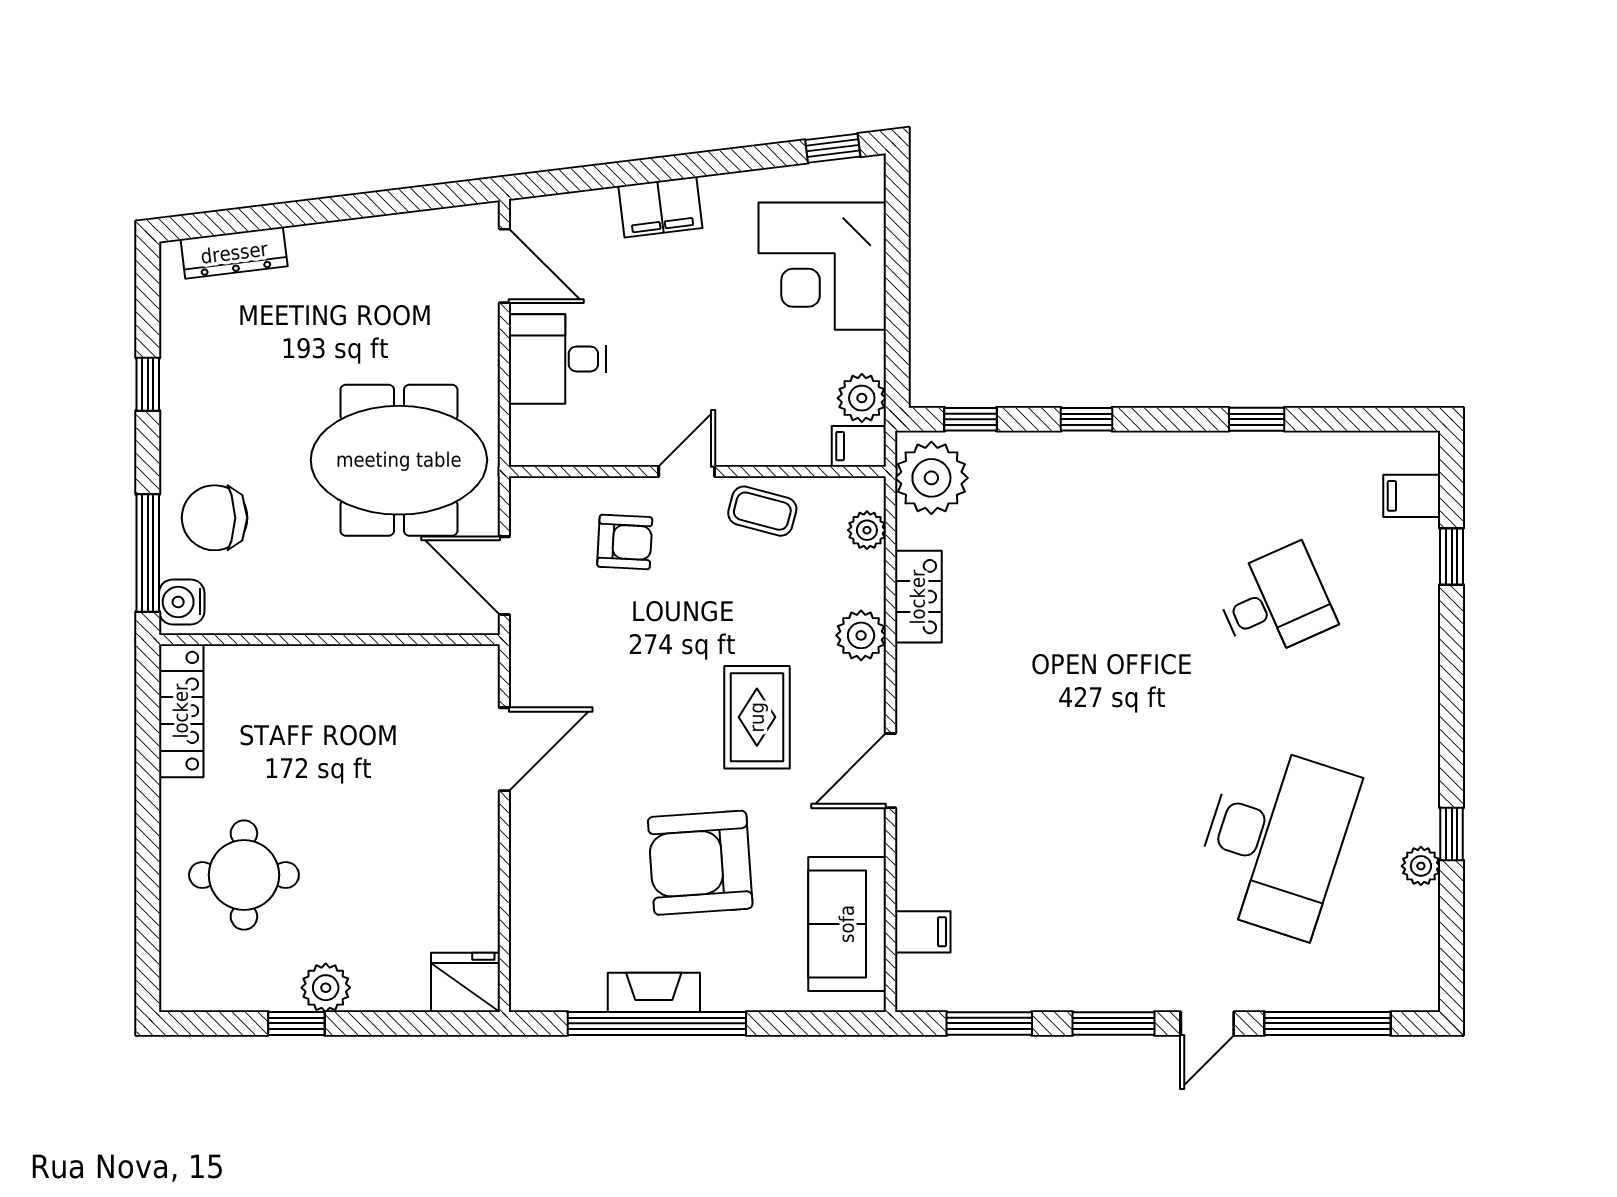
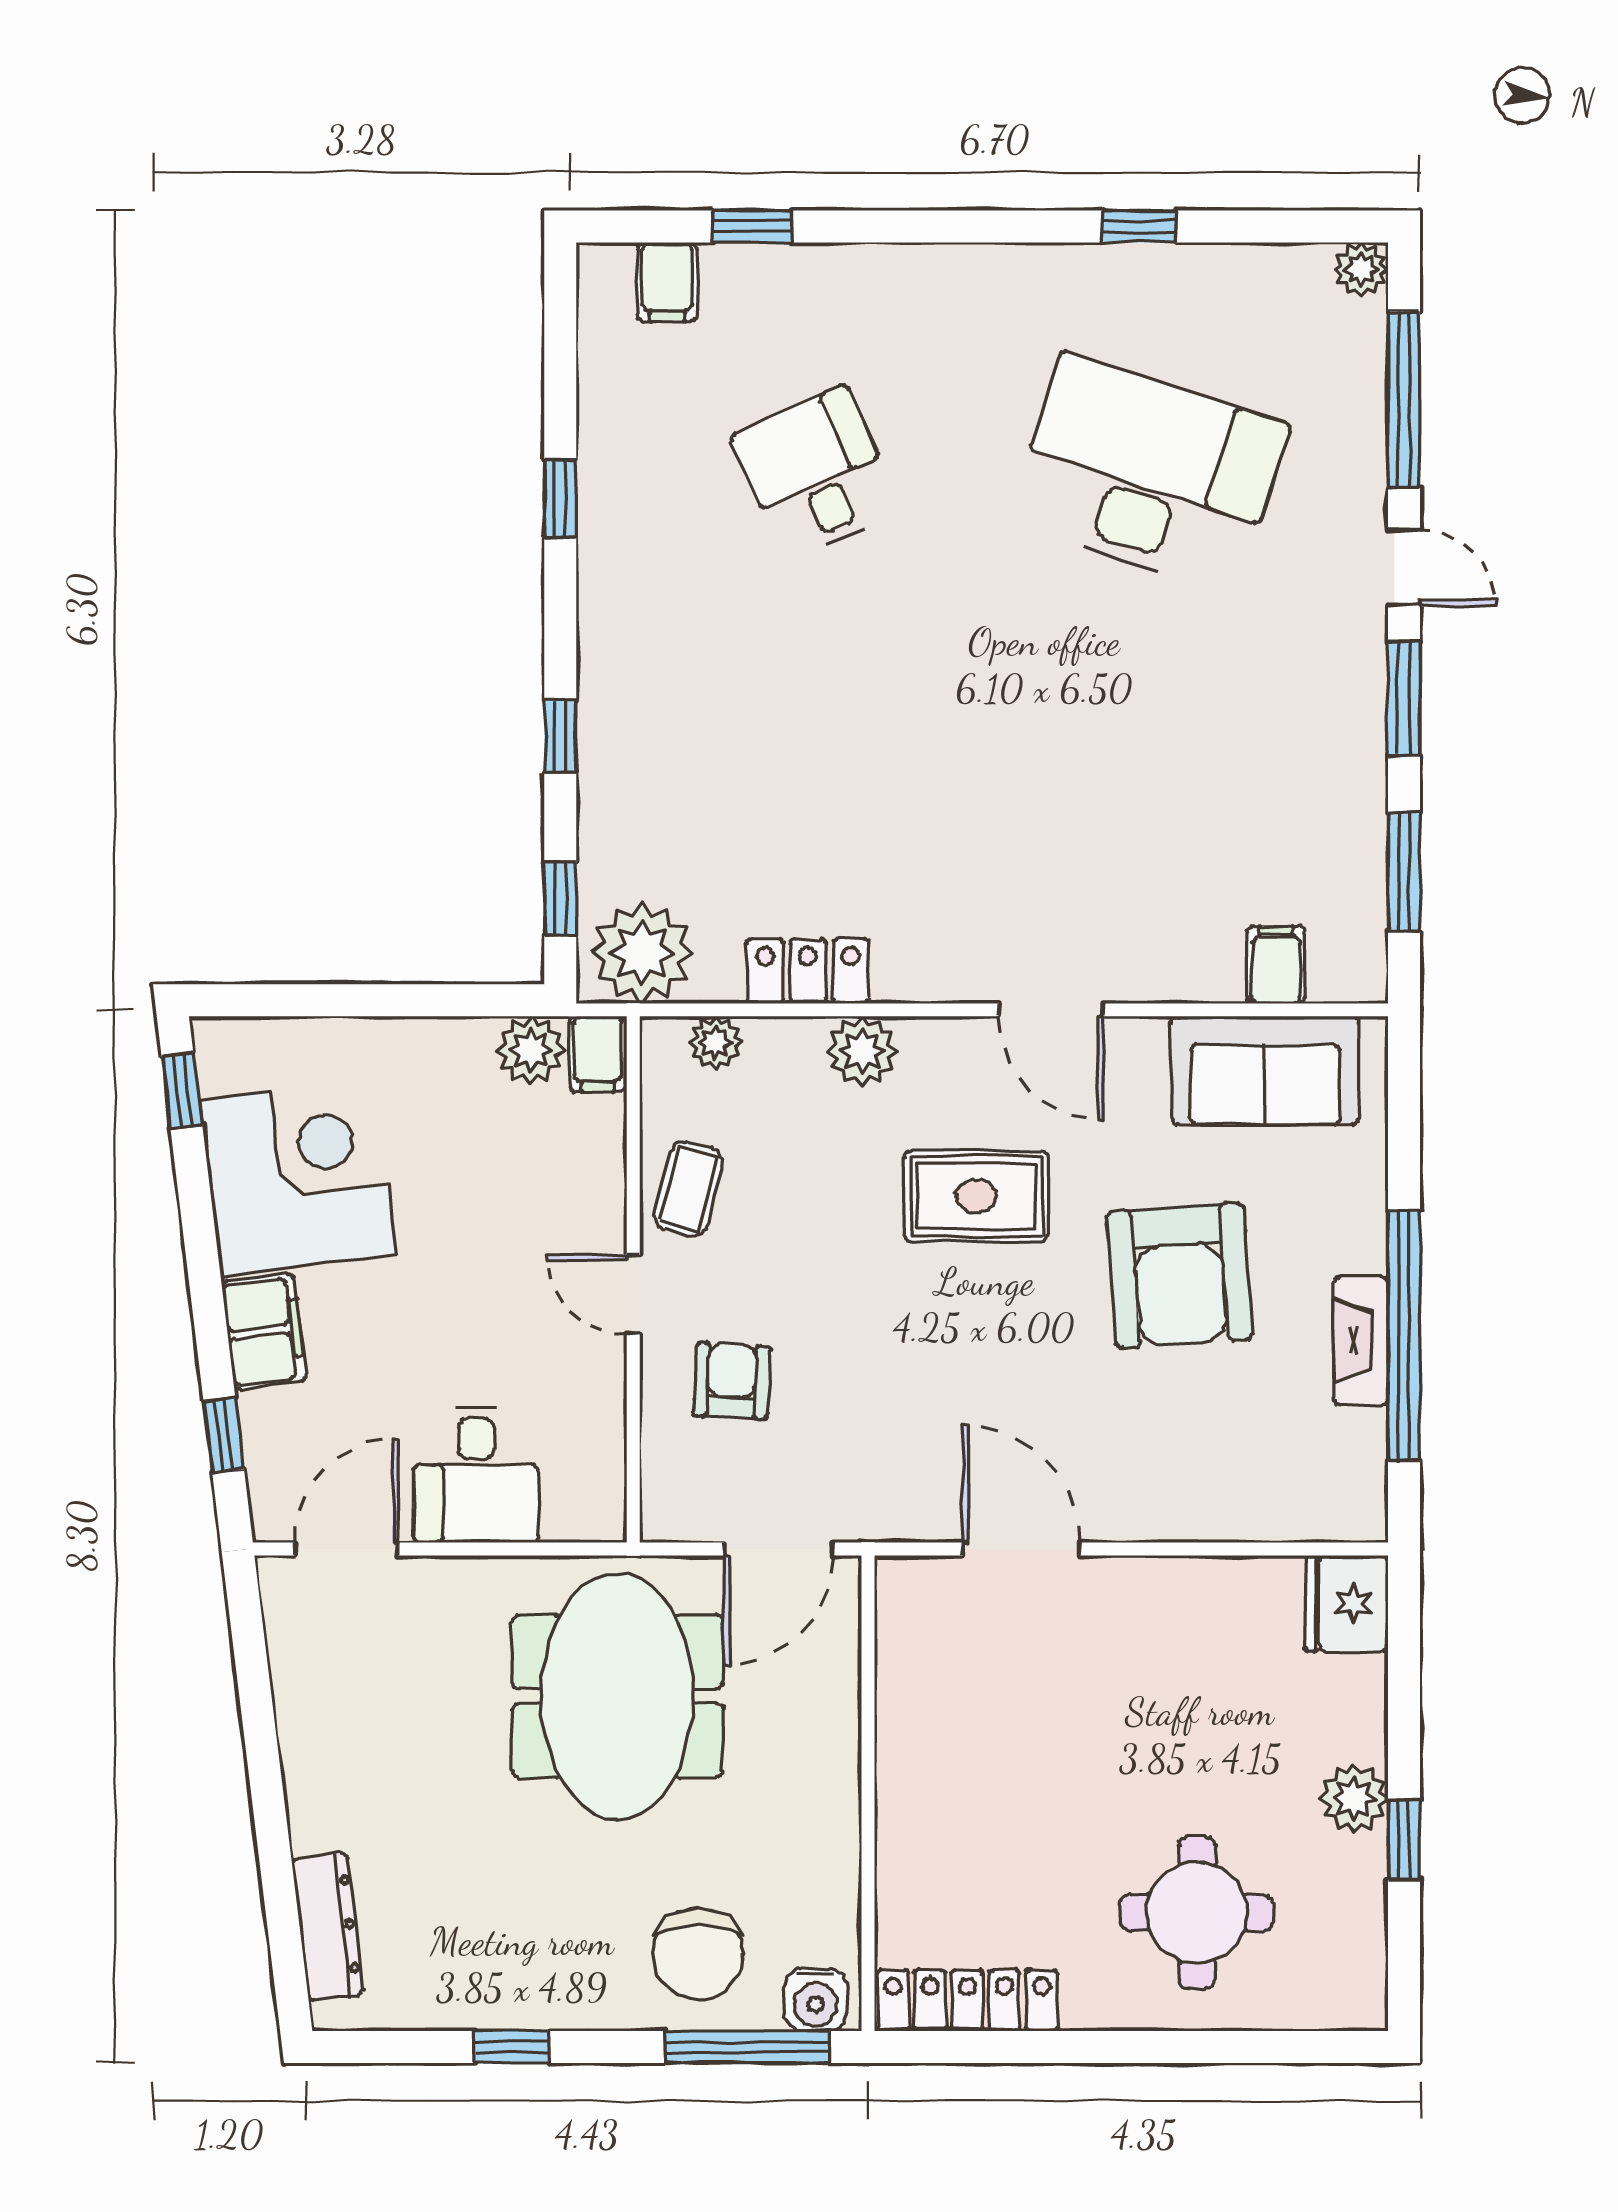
window: (586, 178) -> (224, 1435), added
corner desk: (822, 266) -> (298, 1177), moved, turned -97
plant: (1421, 866) -> (1361, 269), moved

